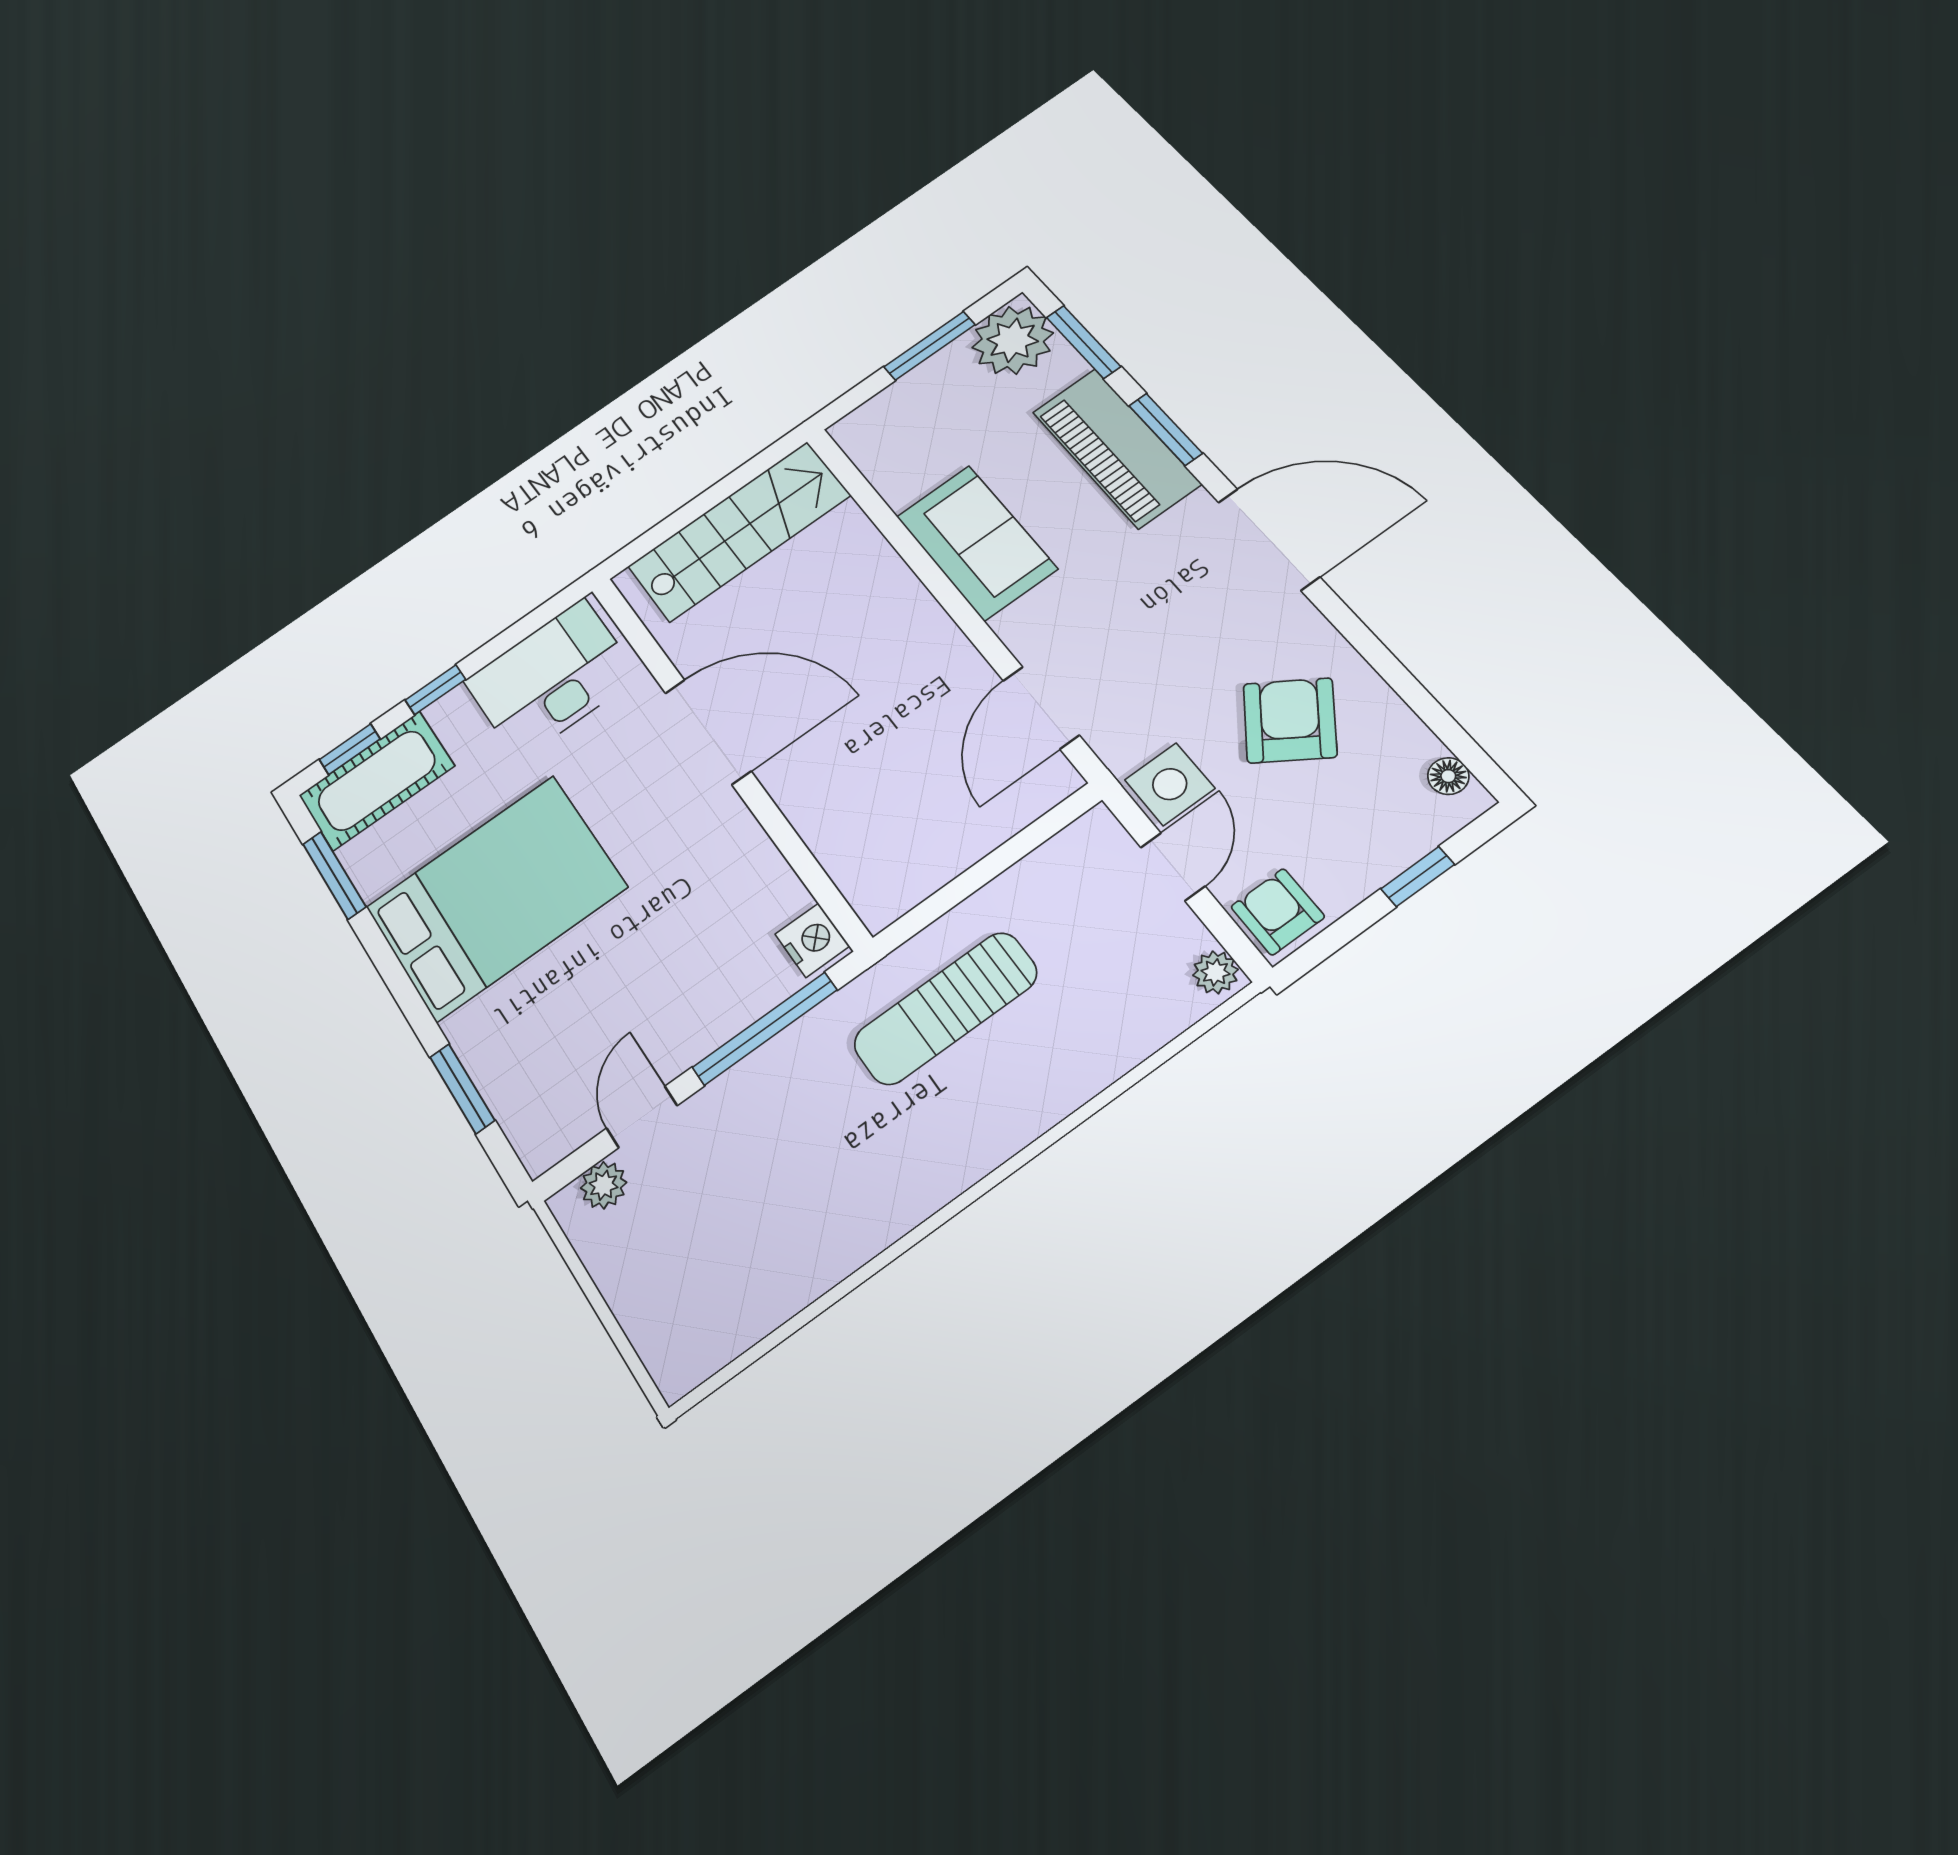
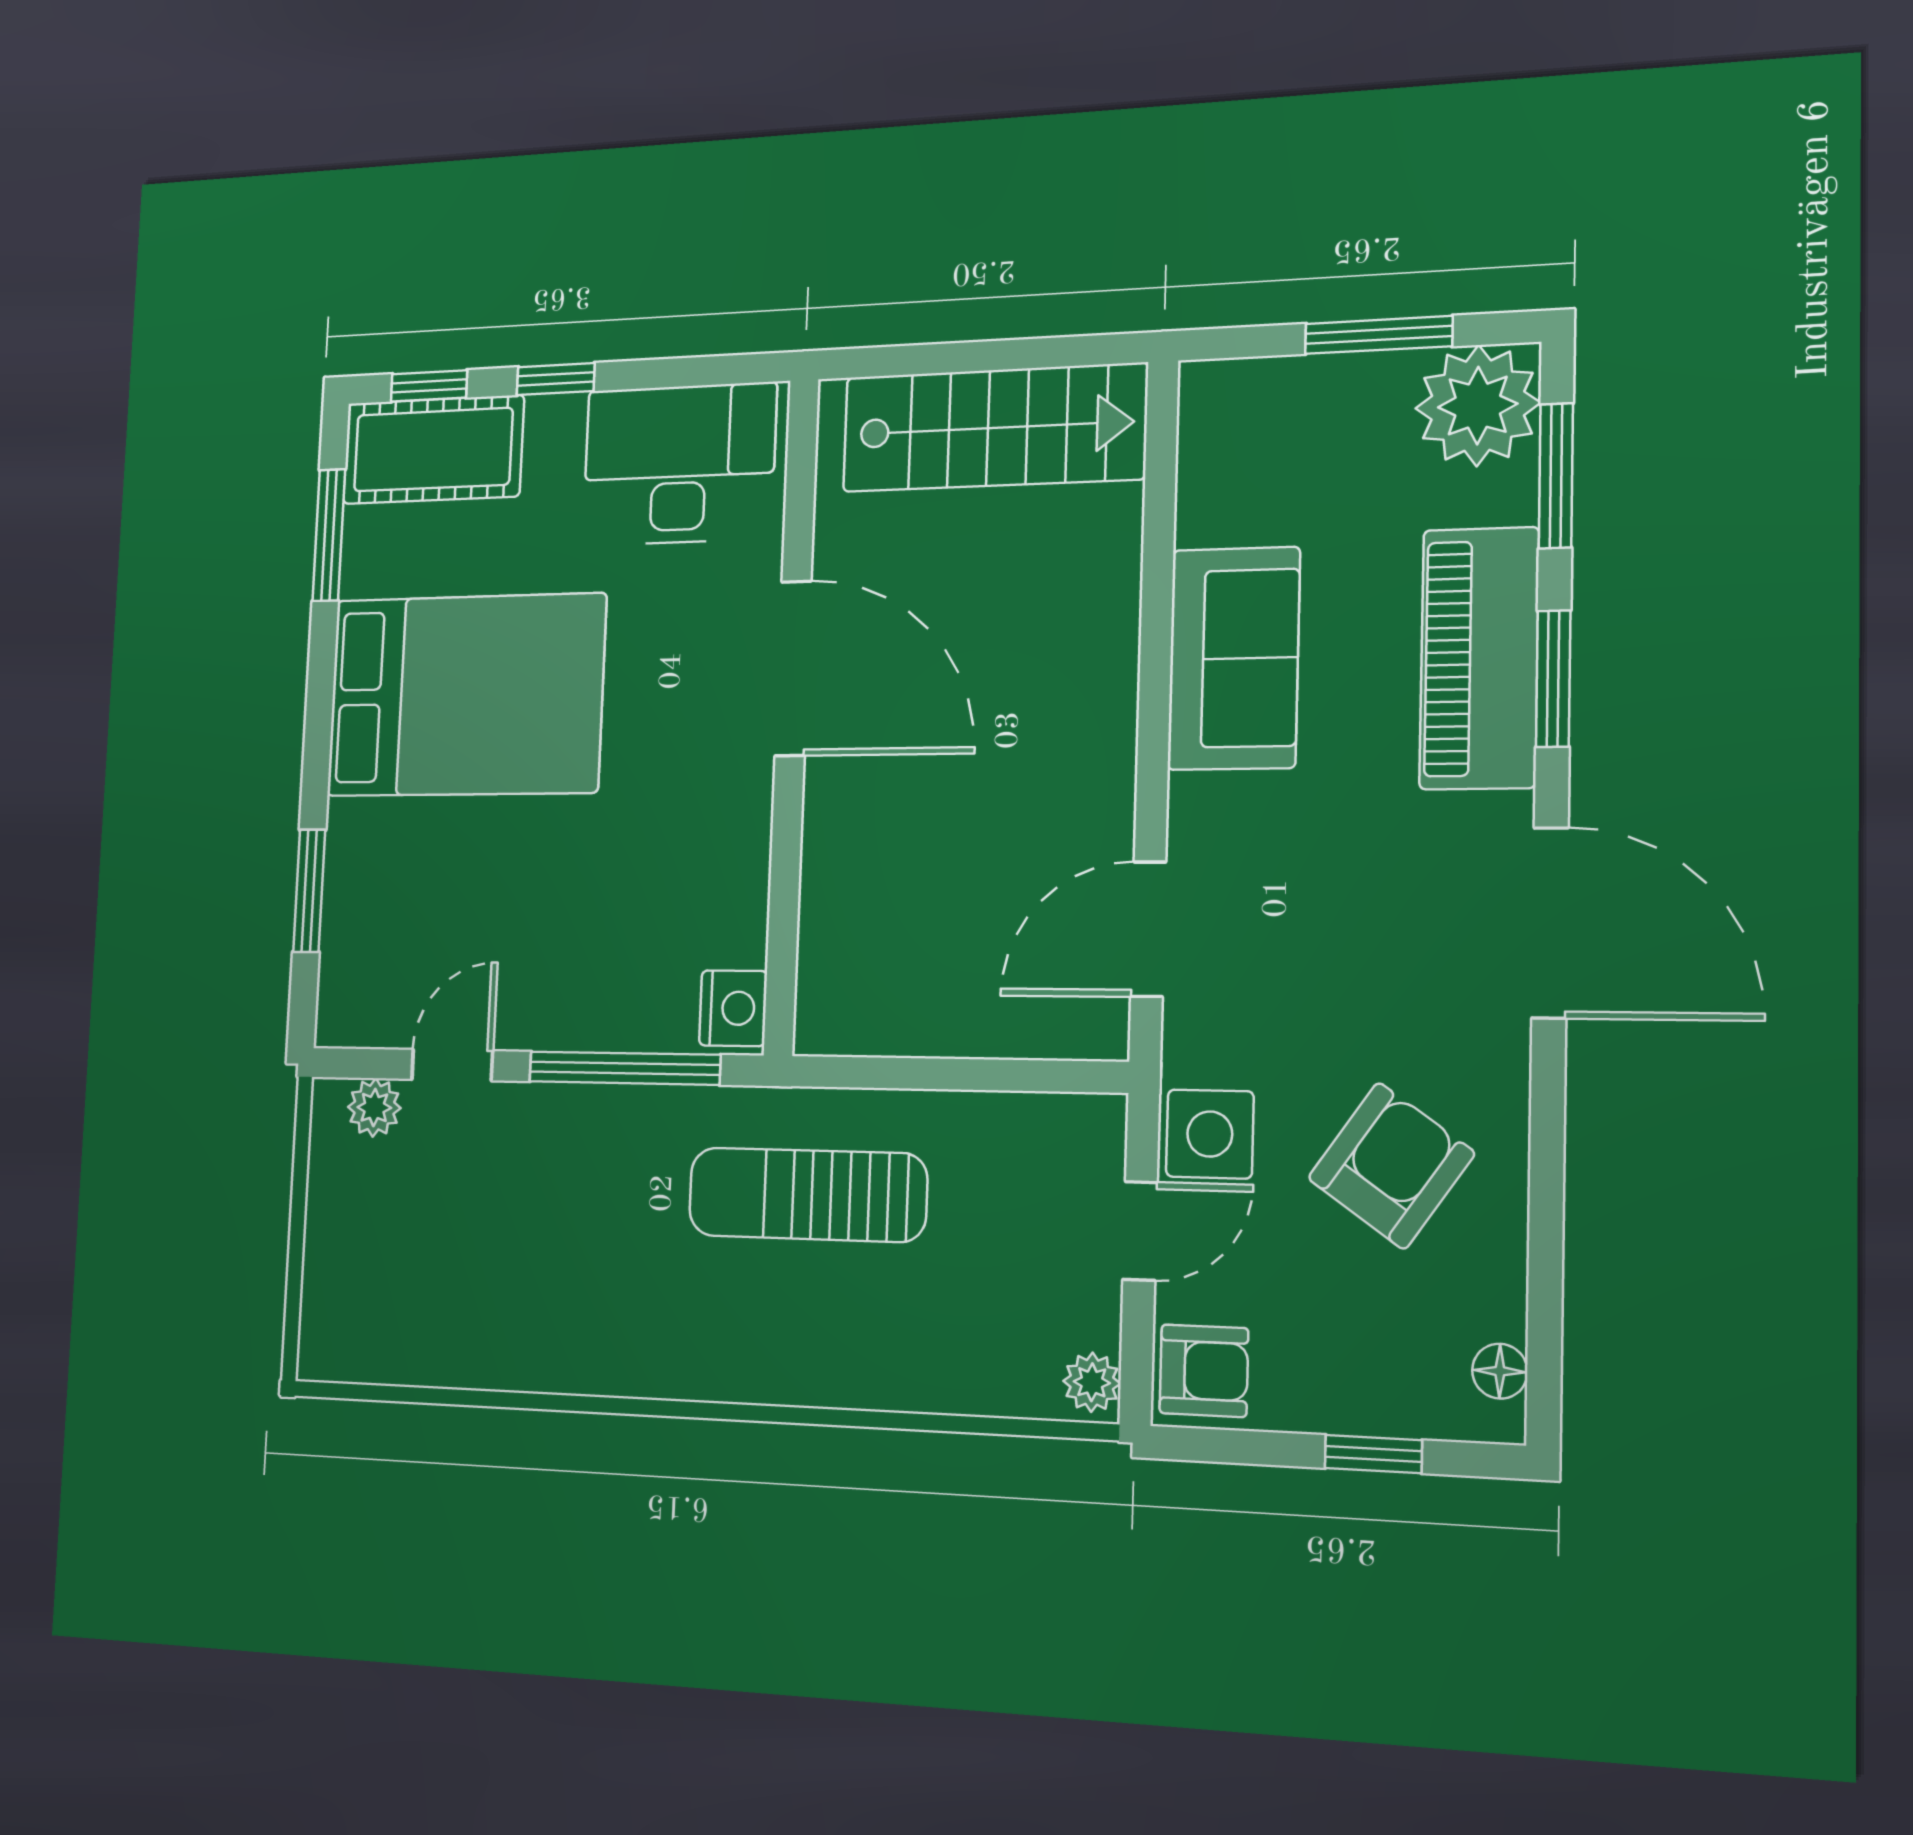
armchair: (1278, 912) -> (1204, 1371), turned 90

